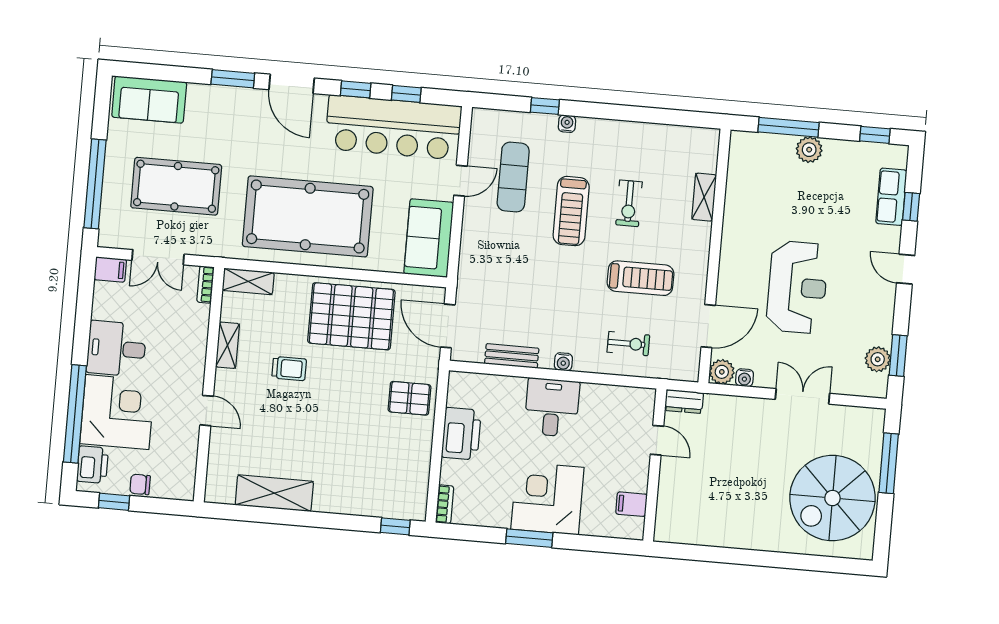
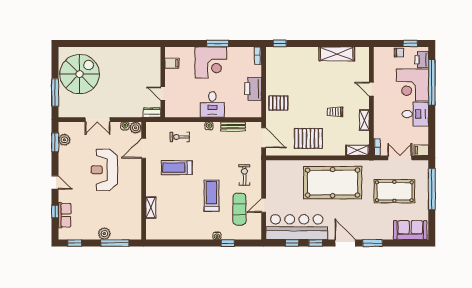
exercise bike: (629, 203) -> (244, 175), moved
sofa: (429, 238) -> (276, 178), removed
pallet: (351, 316) -> (308, 138), width x0.73, depth x0.71

